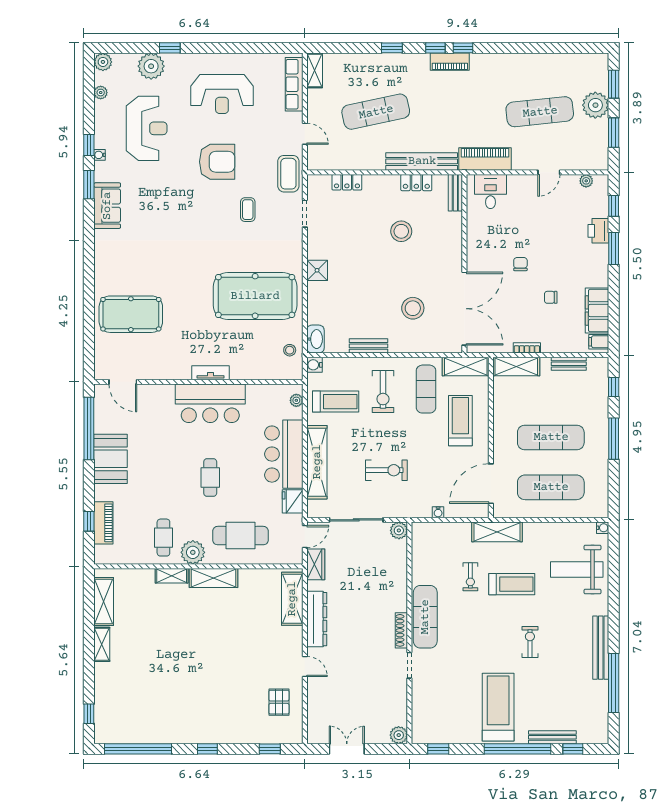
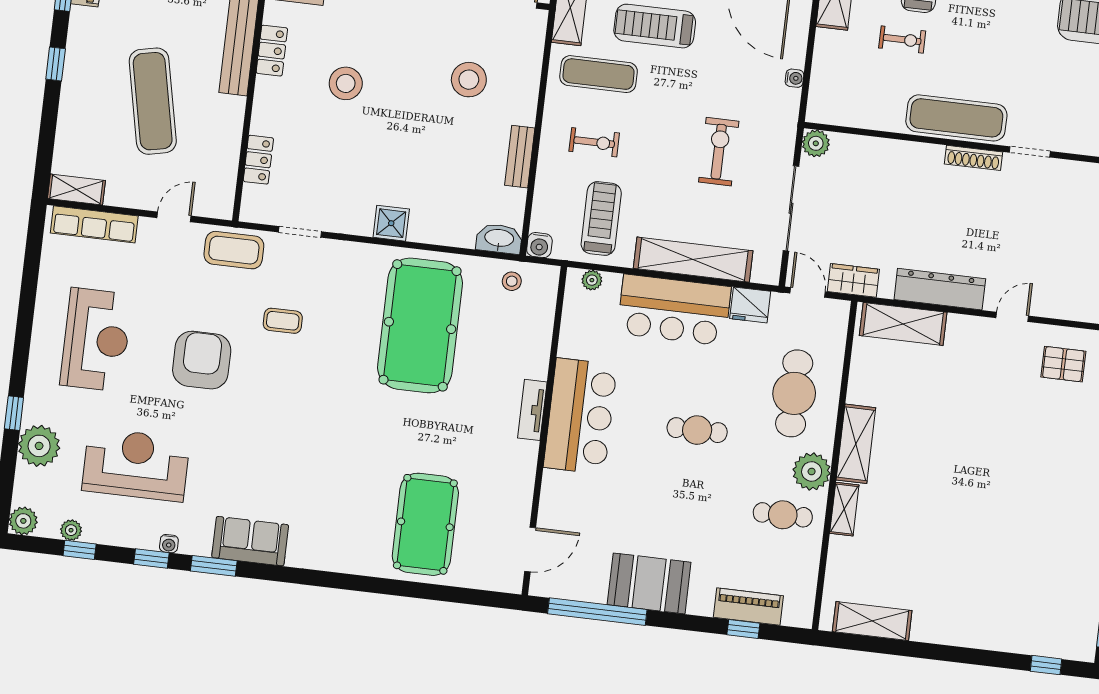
window: (89, 99) -> (80, 550), added
exercise bike: (383, 391) -> (594, 142), width x0.73, depth x0.72
shelving: (102, 644) -> (939, 632), removed

